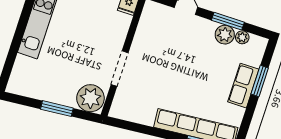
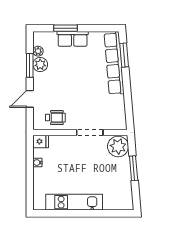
wheelchair: (152, 32) -> (55, 118), added

